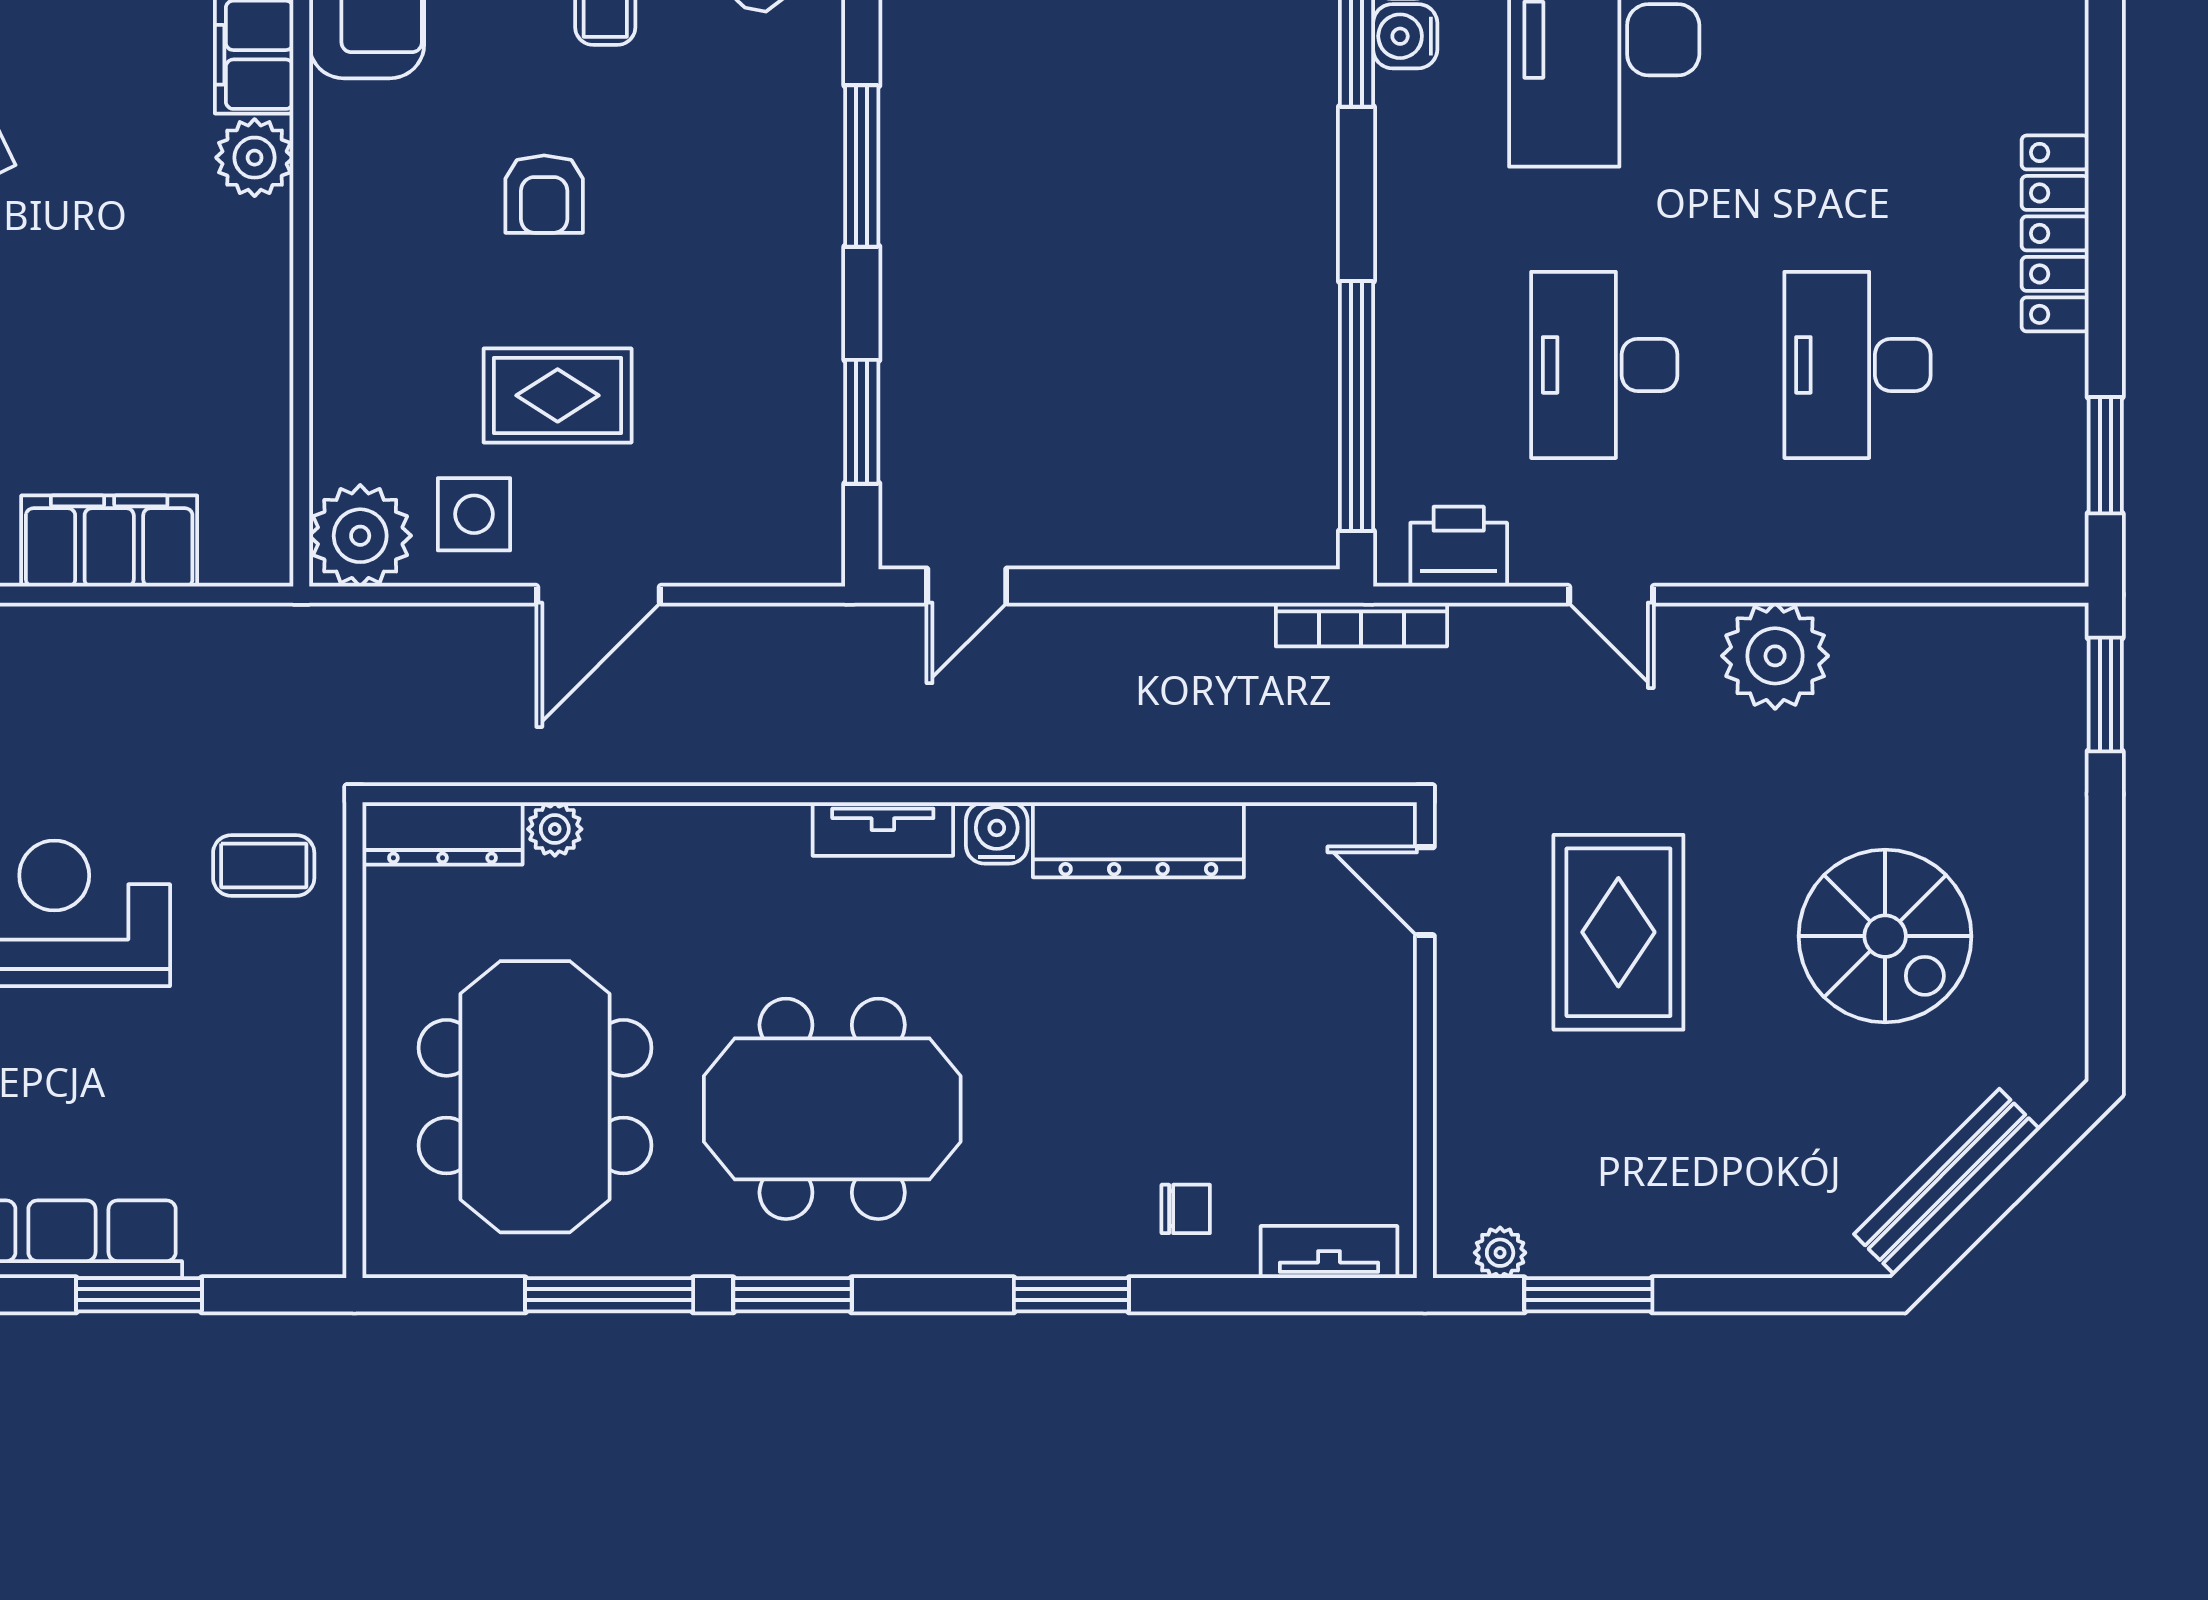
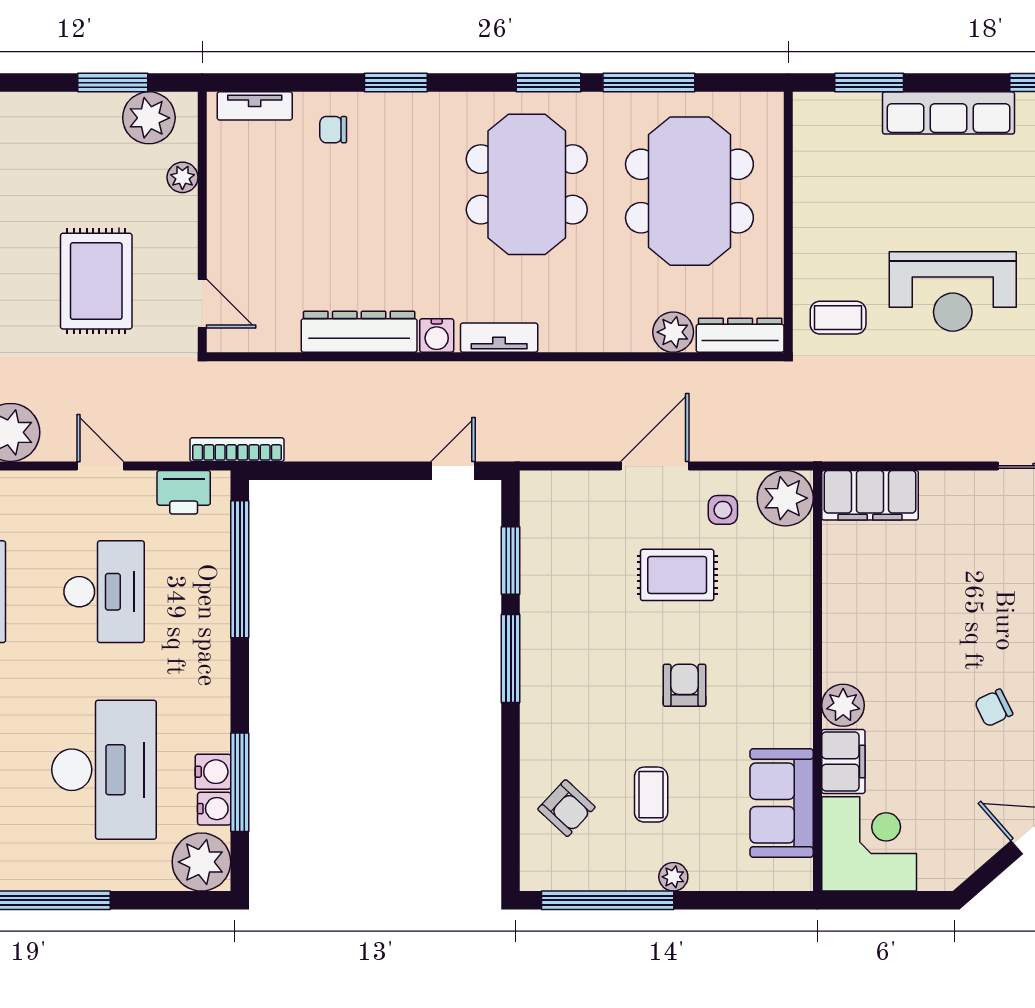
window: (862, 166) -> (511, 658), moved
side table: (474, 514) -> (723, 510), width x0.73, depth x0.73
filing cabinet: (109, 541) -> (870, 495), moved
plant: (555, 829) -> (673, 332), width x1.38, depth x1.38
meeting table: (832, 1109) -> (527, 184), turned 90
plant: (1461, 1122) -> (182, 177), added
plant: (1500, 1253) -> (149, 118), width x1.88, depth x1.88
window: (139, 1295) -> (869, 83), moved

